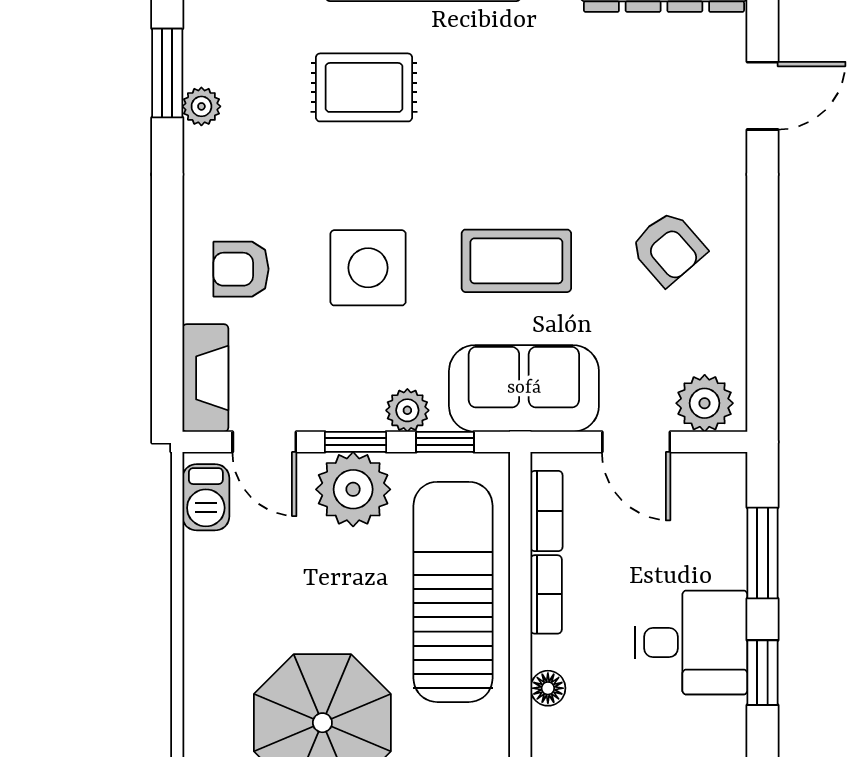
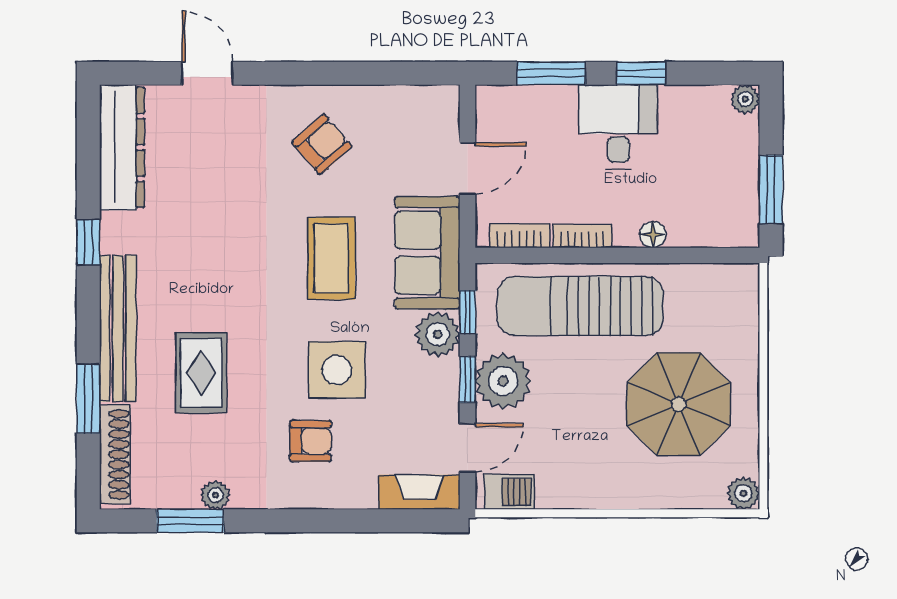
armchair: (241, 269) -> (311, 441), moved, turned -90
plant: (705, 403) -> (439, 117), removed
plant: (407, 410) -> (438, 334), width x1.38, depth x1.38

